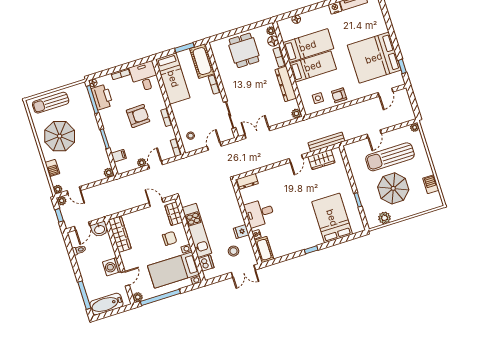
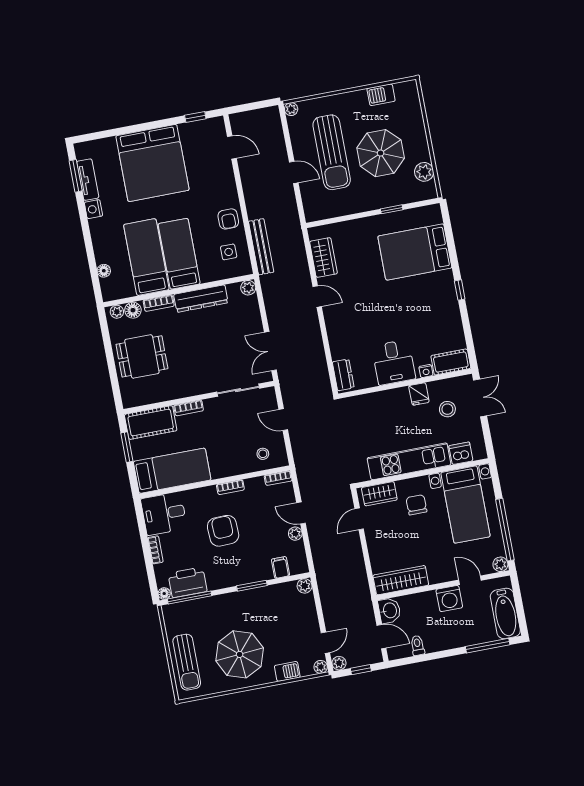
bed: (374, 58) -> (152, 163), moved
bench: (326, 142) -> (261, 247), moved

